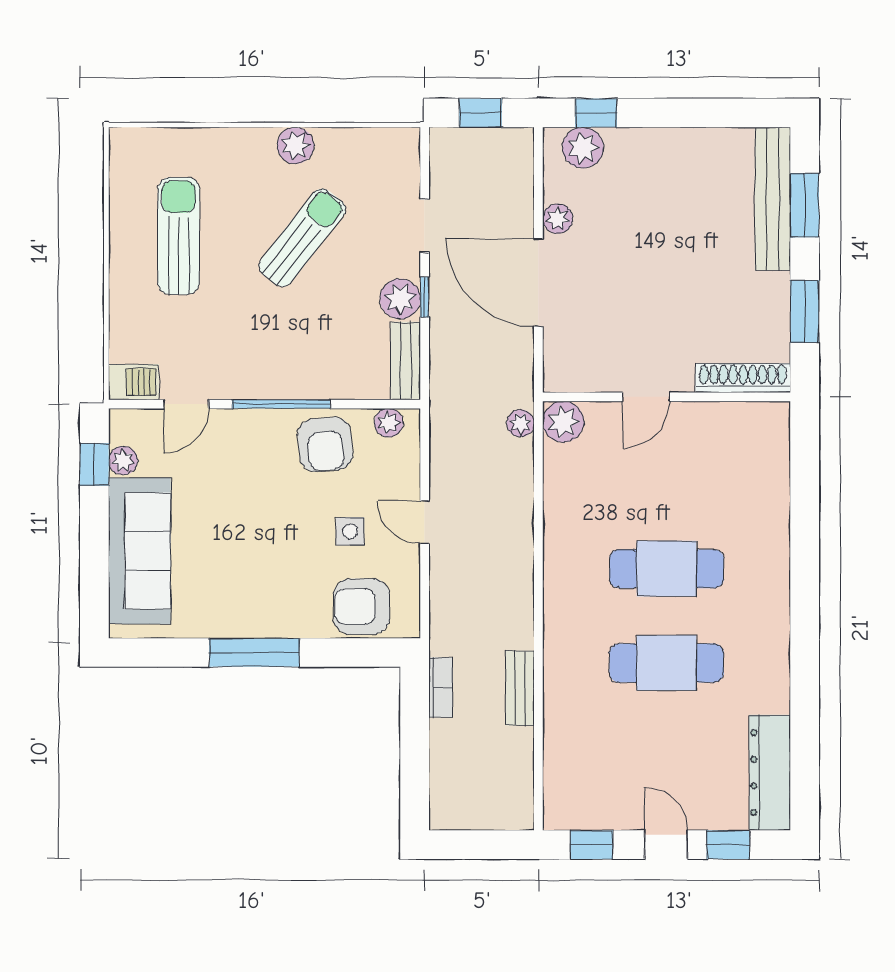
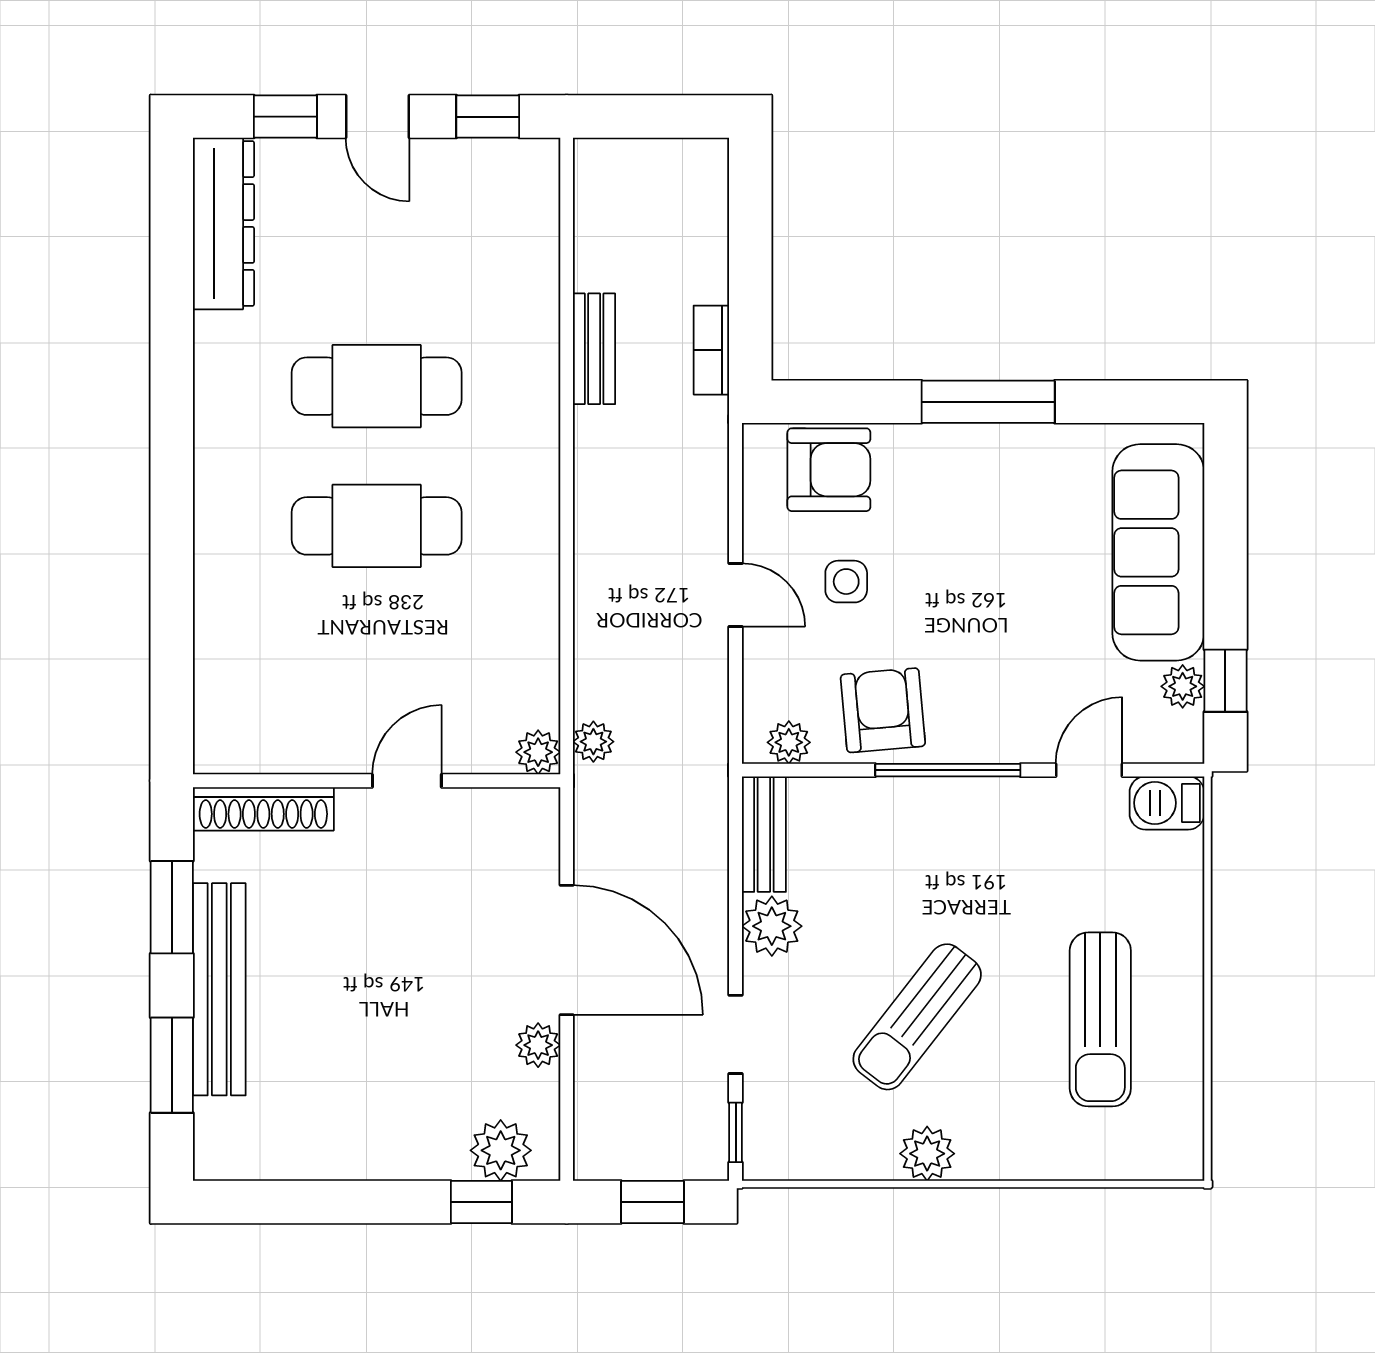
bench: (773, 199) -> (219, 989), moved
window: (425, 297) -> (736, 1132), moved
plant: (563, 422) -> (538, 752), width x0.73, depth x0.73

